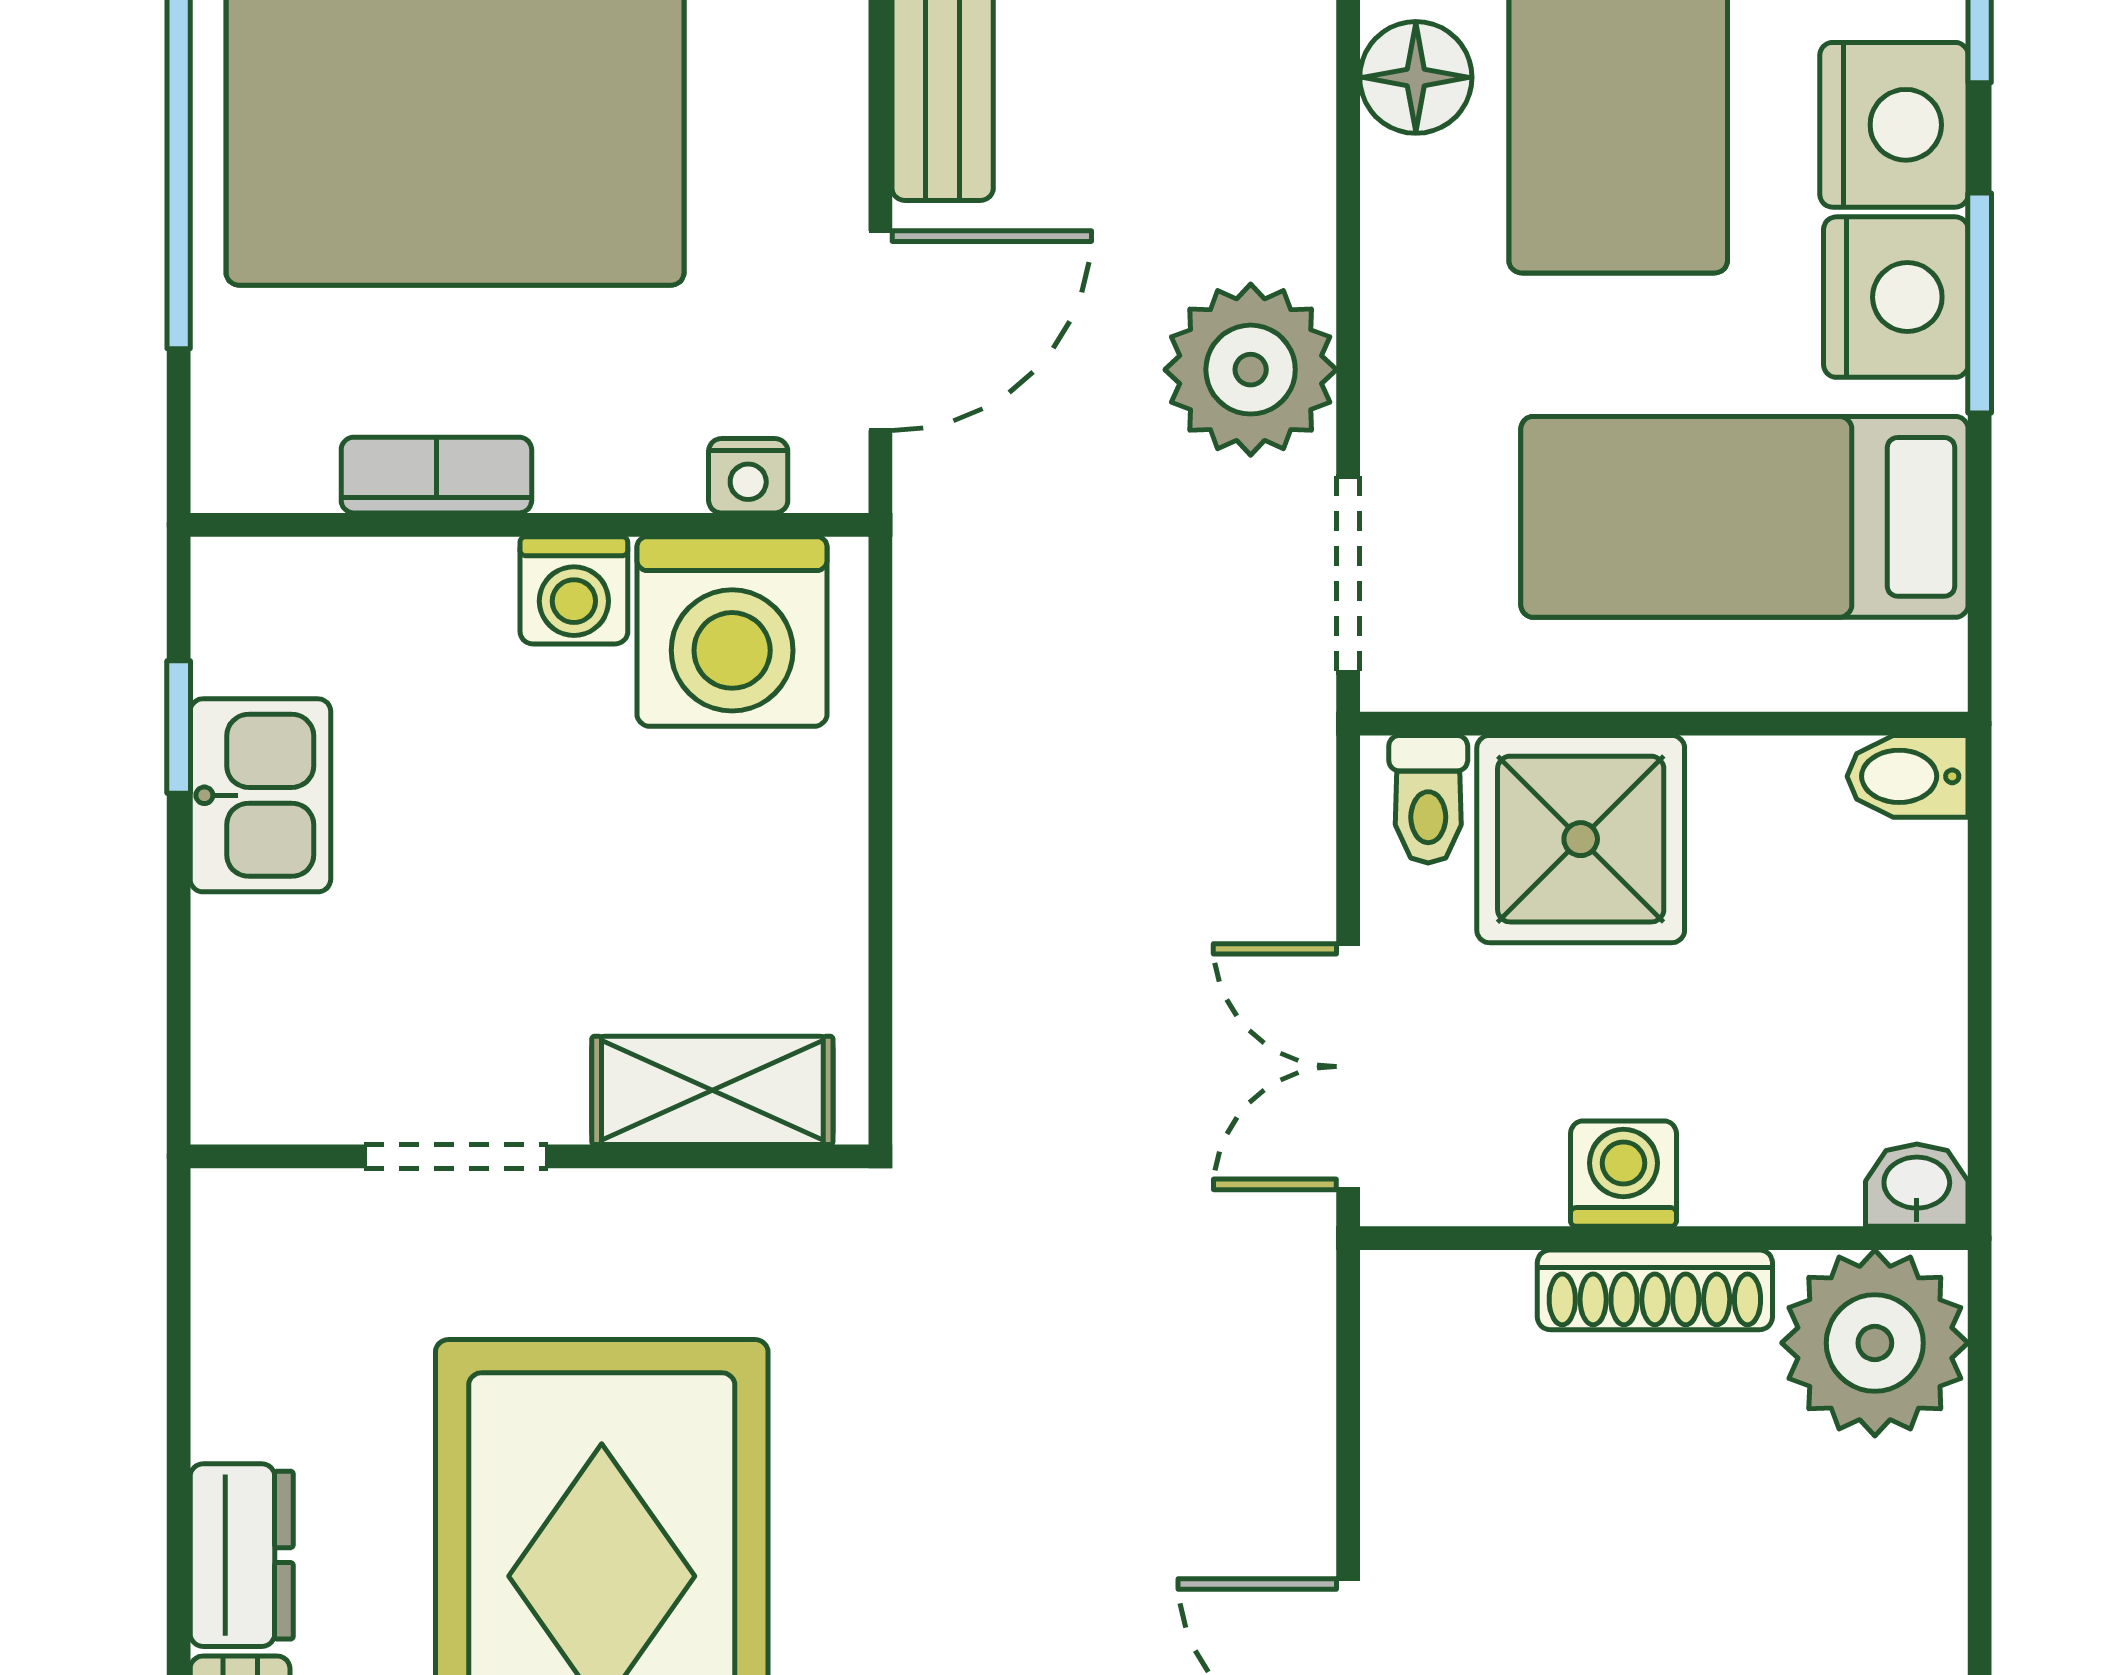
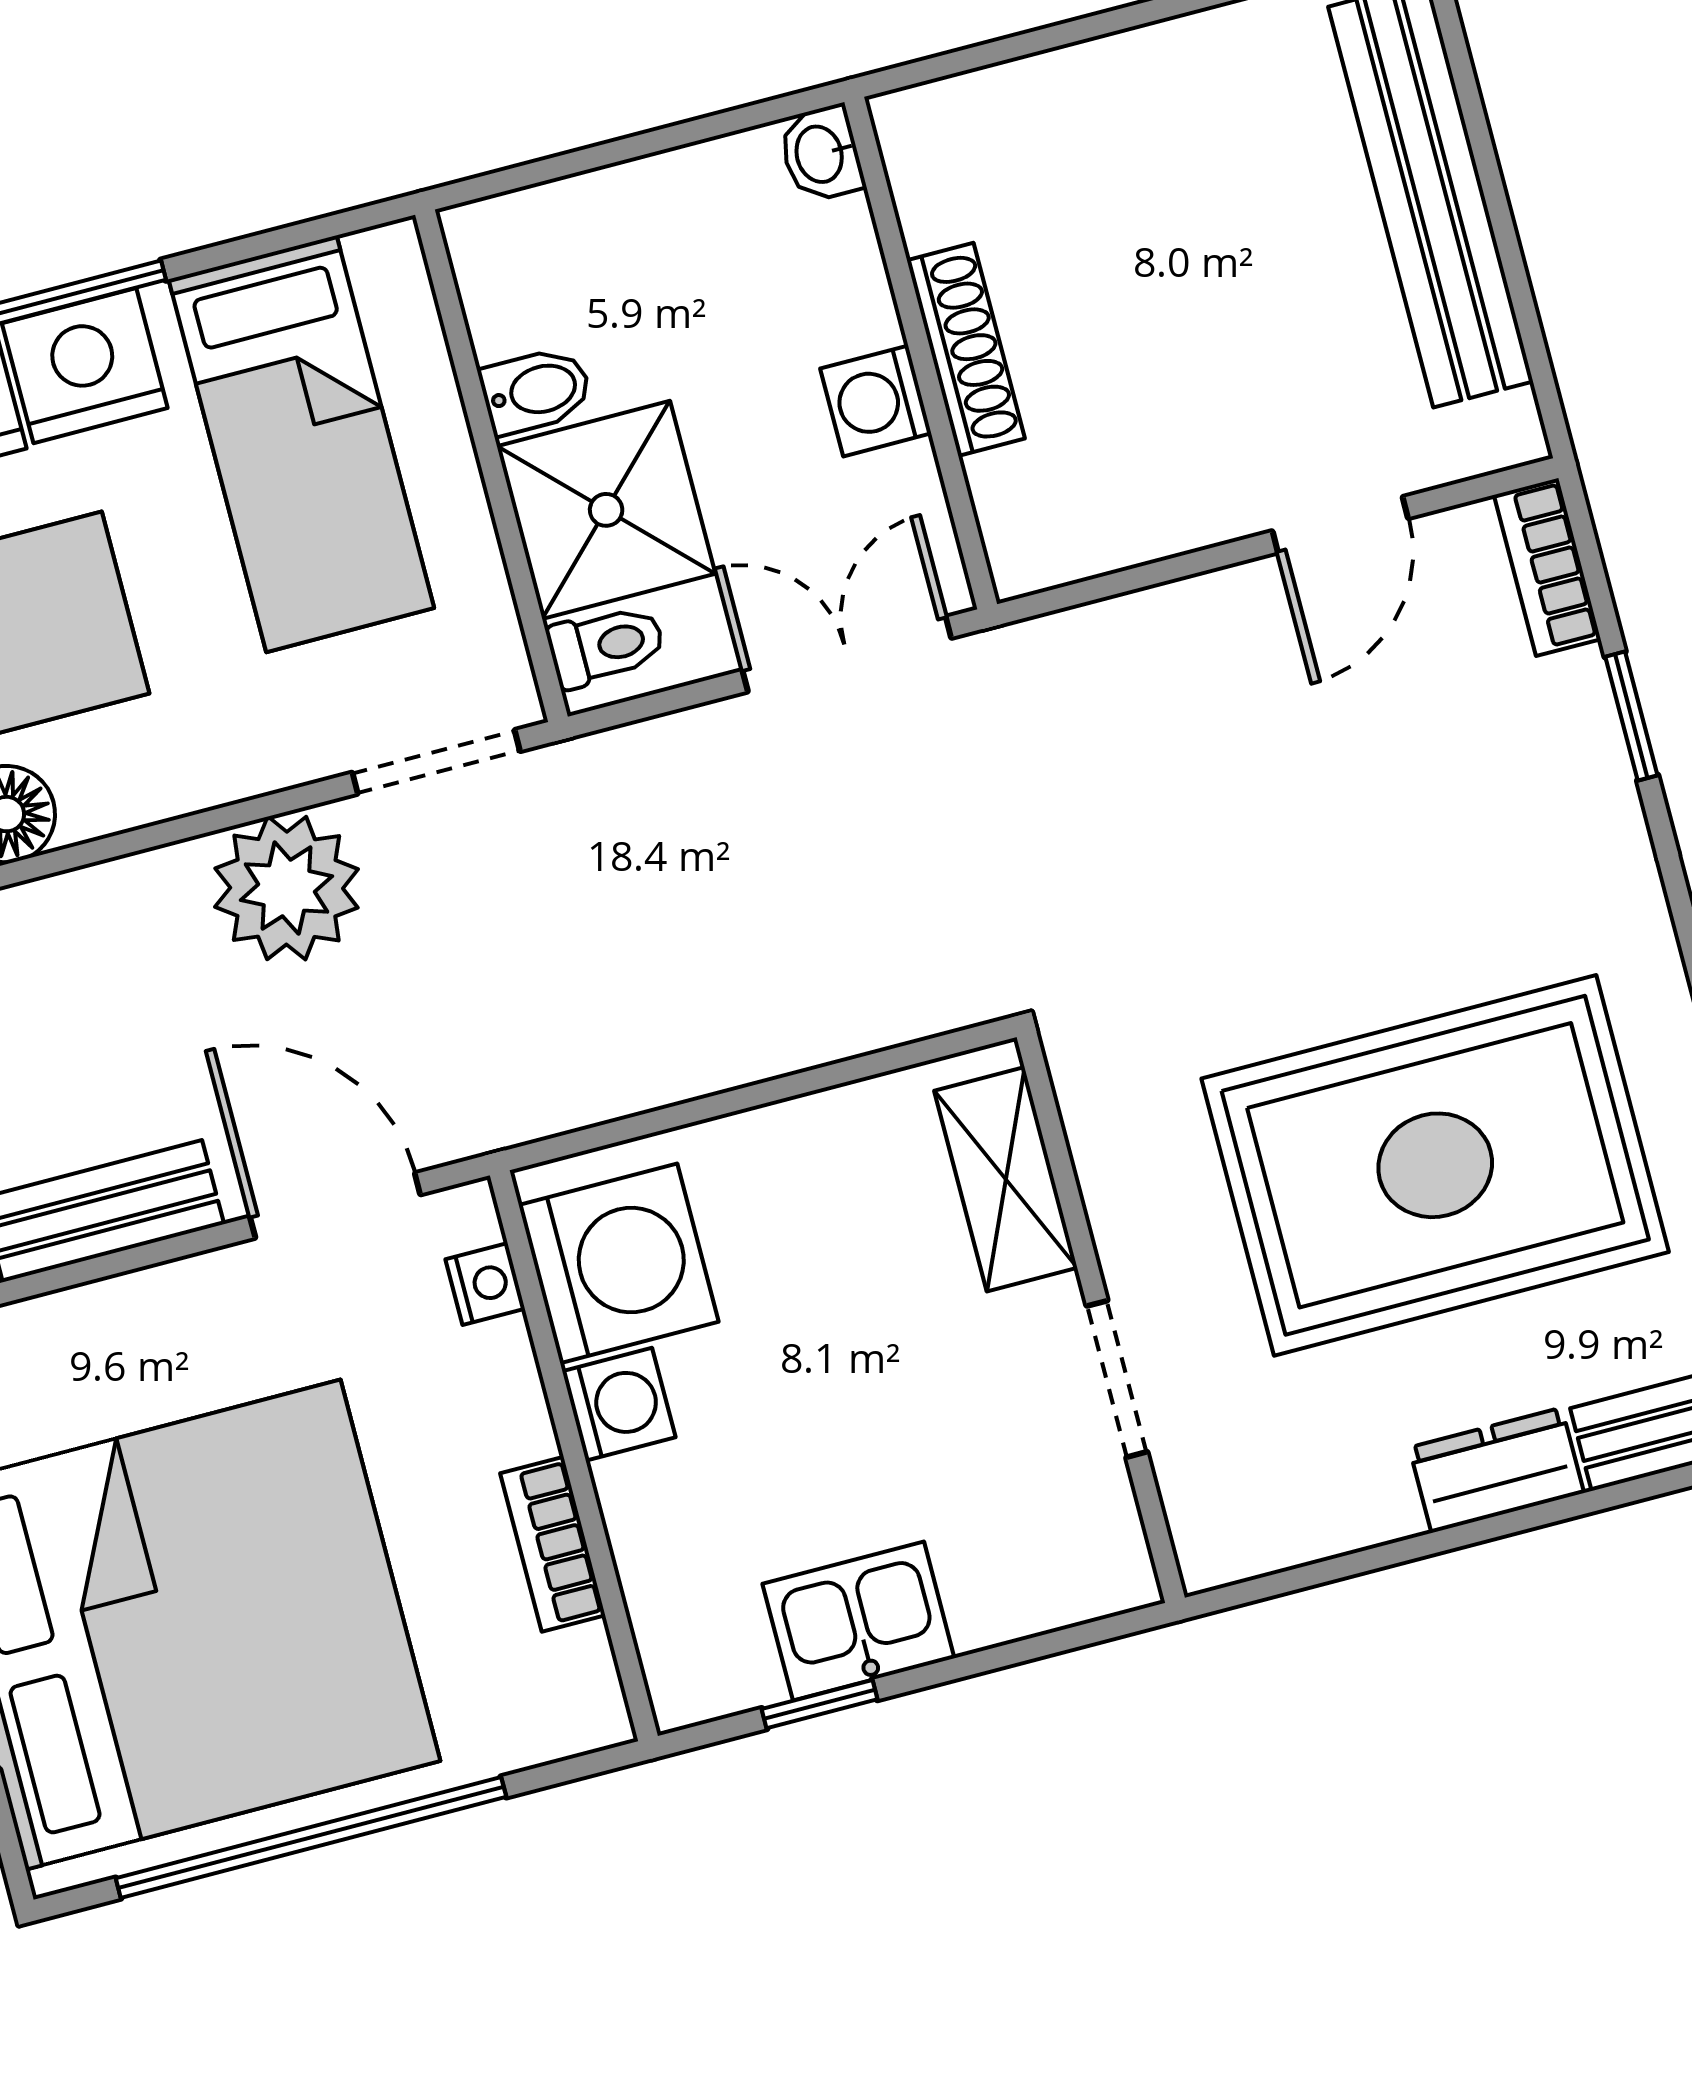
bidet: (1908, 776) -> (536, 391), moved, turned -90
double door: (1348, 1067) -> (847, 654), swing flipped
plant: (1875, 1343) -> (962, 154), removed

